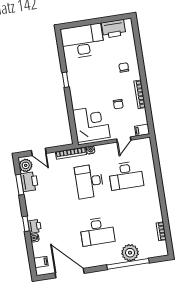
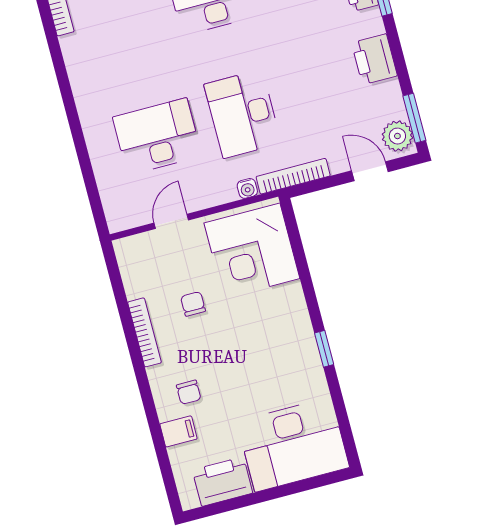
filing cabinet: (142, 130) -> (178, 431), moved
desk: (89, 181) -> (243, 114), turned 180
printer: (29, 182) -> (374, 59), moved
window: (20, 185) -> (414, 118), moved

